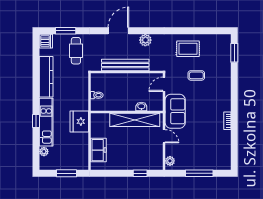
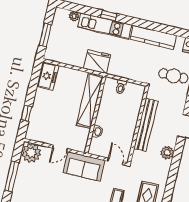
shelving: (135, 120) -> (90, 101), moved
freezer: (98, 150) -> (48, 76), moved, turned -90
plant: (170, 161) -> (31, 153), width x1.87, depth x1.87

